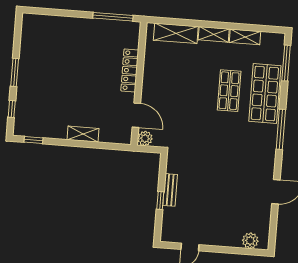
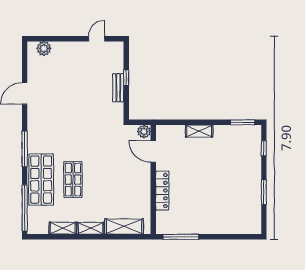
window: (286, 63) -> (25, 208), width x1.46
window: (15, 72) -> (264, 192), moved
window: (34, 140) -> (242, 122), width x1.50

